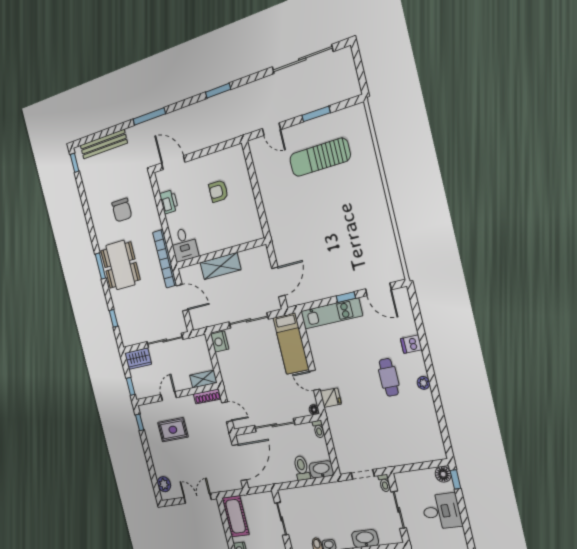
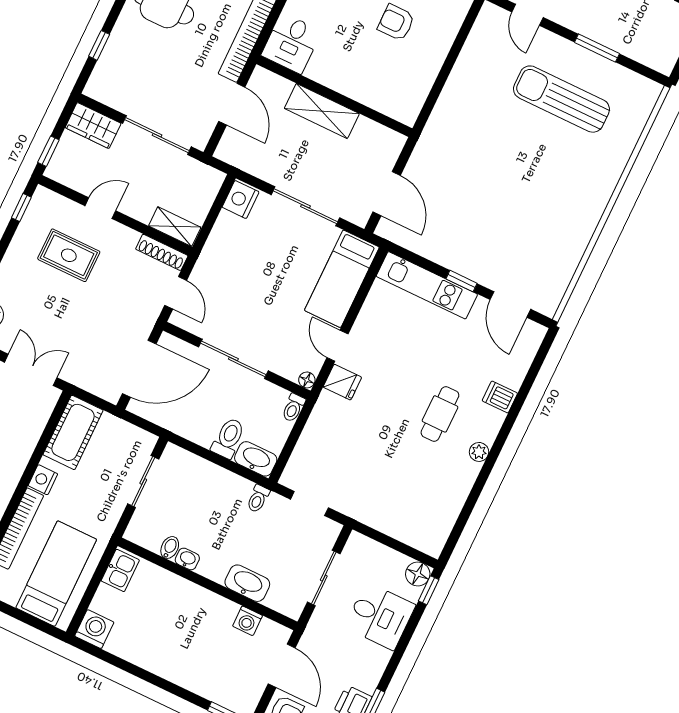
door: (278, 282) -> (387, 194), hinge flipped
toilet: (384, 483) -> (258, 499), moved

